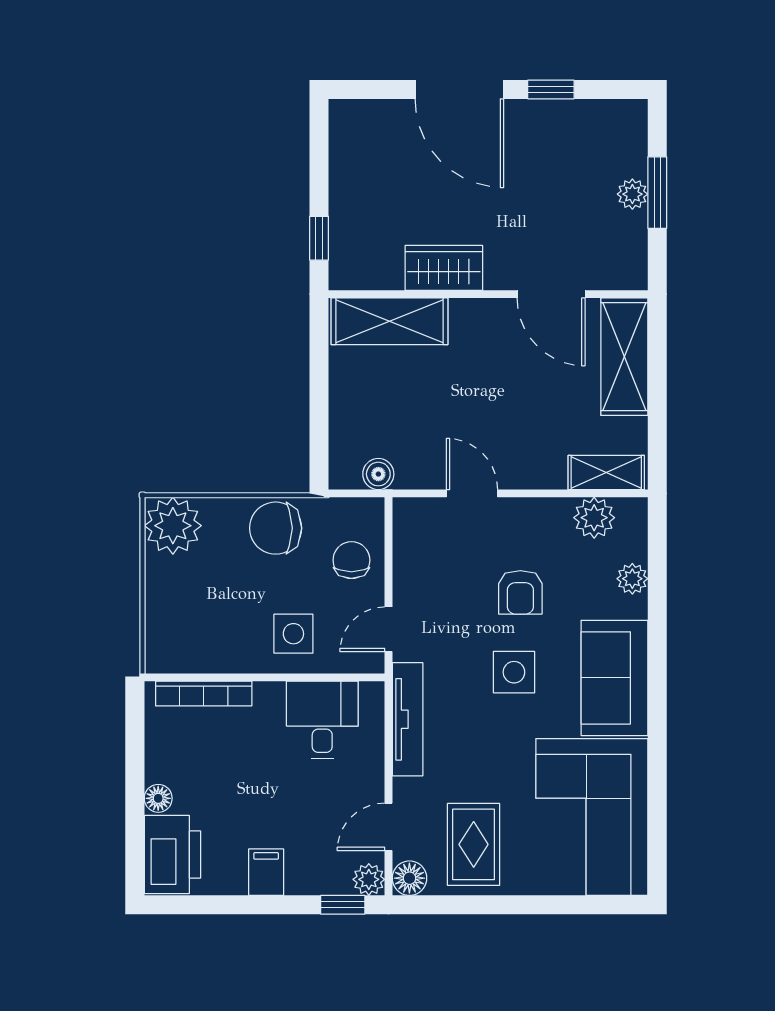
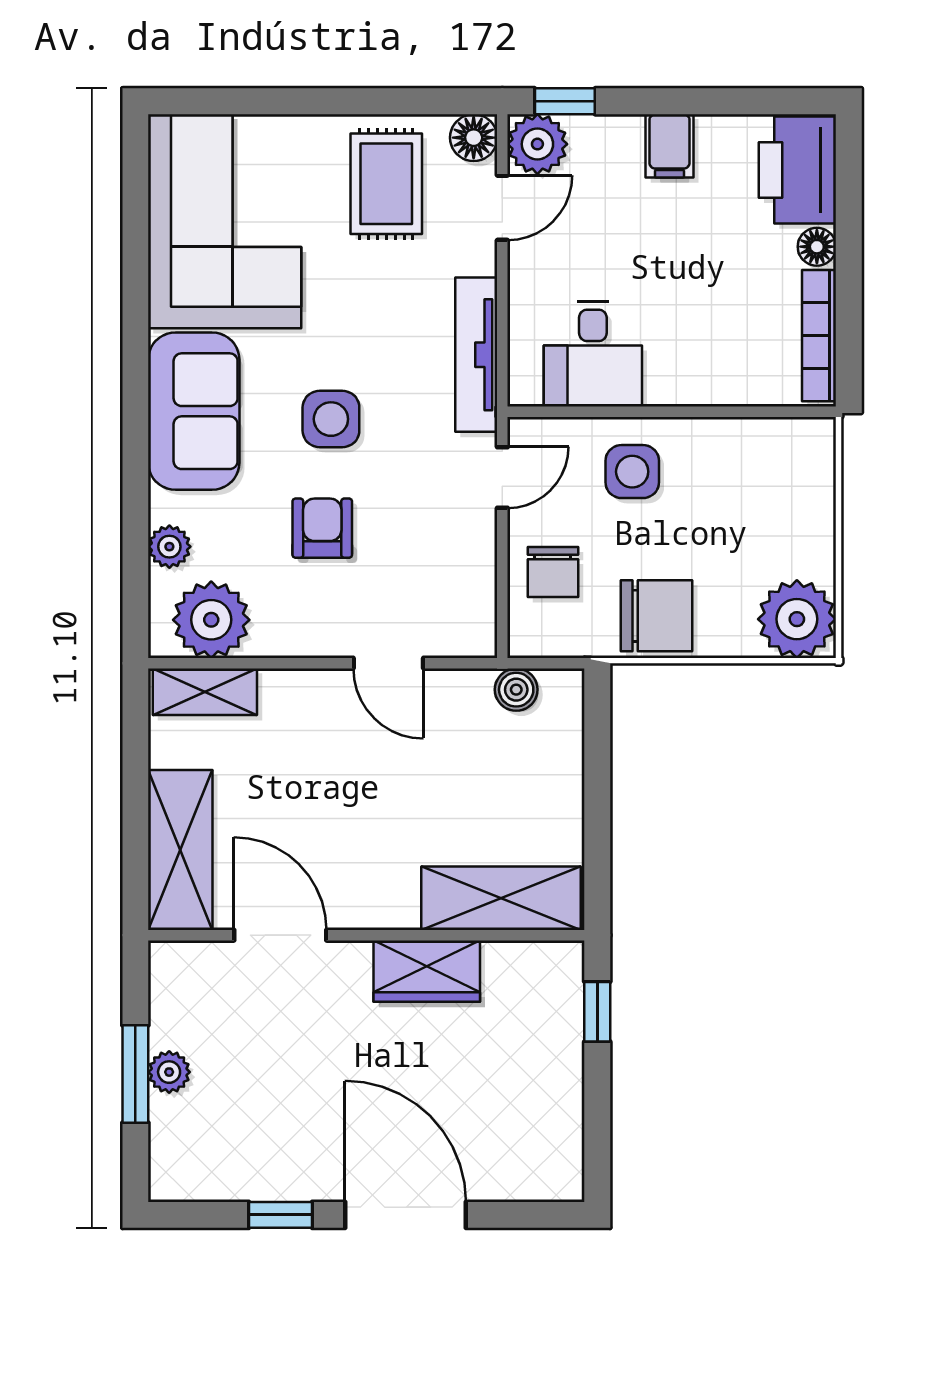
plant: (594, 518) -> (211, 620), width x1.36, depth x1.36
bookcase: (204, 694) -> (819, 336), moved, turned -90
plant: (369, 879) -> (537, 144), width x1.38, depth x1.38

